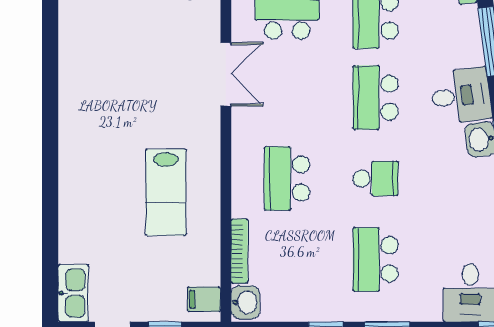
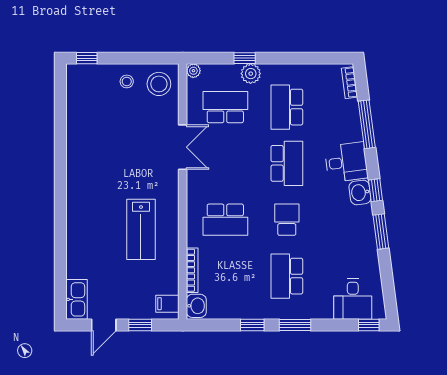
school desk: (376, 98) -> (287, 163), turned 180
school desk: (287, 179) -> (225, 220), turned -90
school desk: (376, 179) -> (287, 220), turned -90

